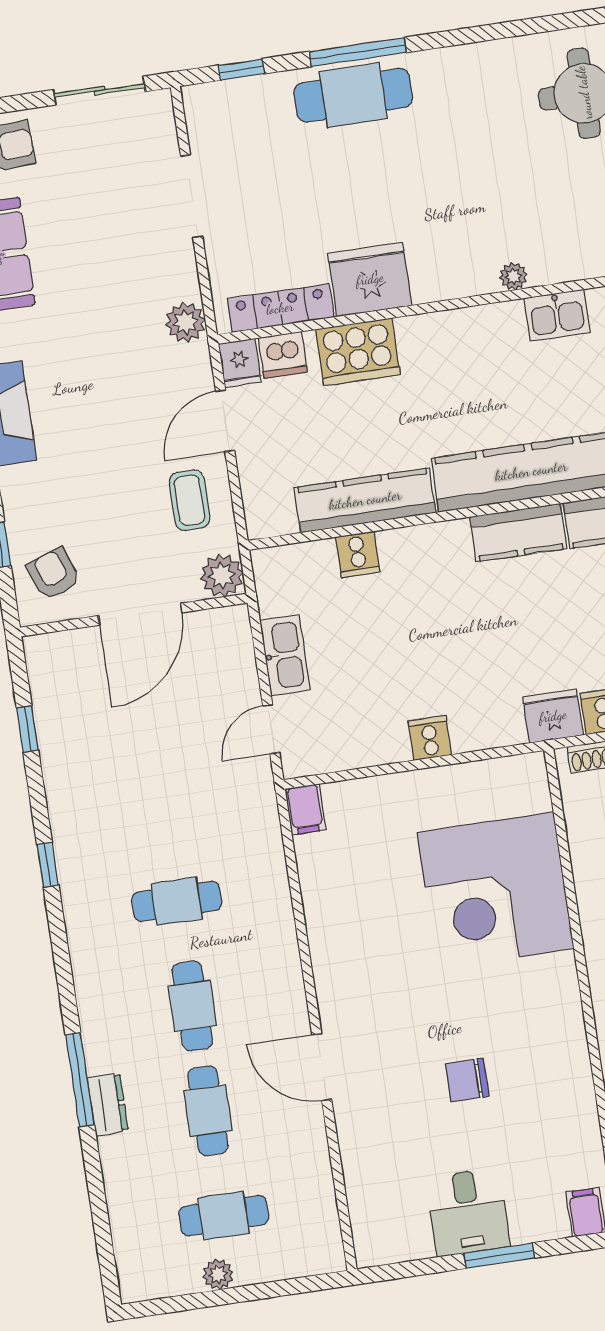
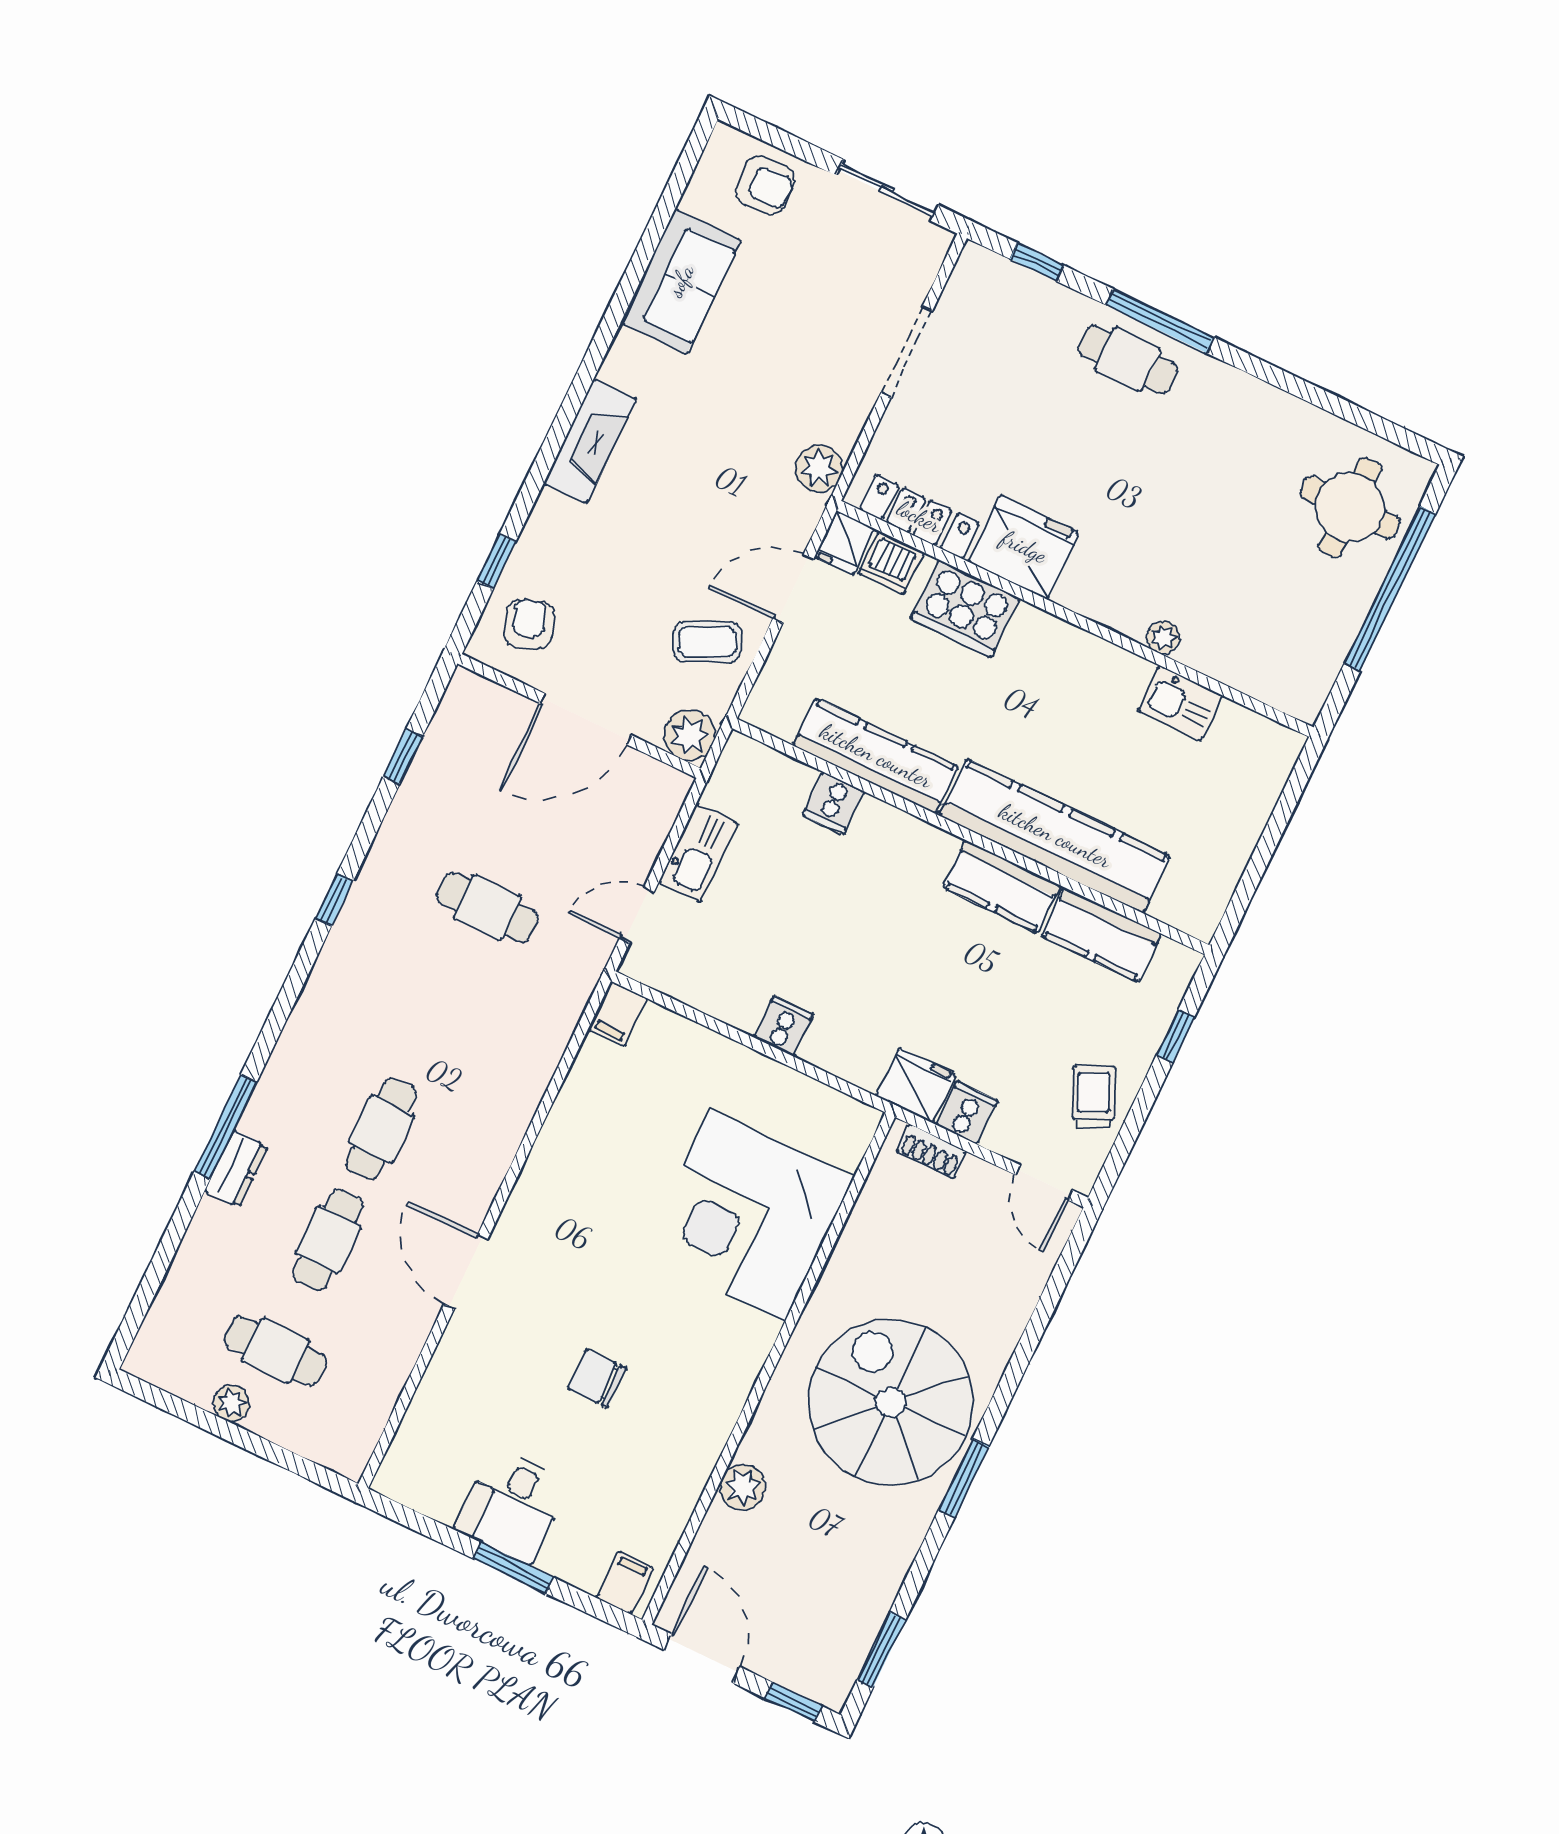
cafe table: (353, 95) -> (1128, 359), width x0.73, depth x0.74
coffee table: (190, 500) -> (707, 642), turned 65
cafe table: (177, 901) -> (487, 908), moved

